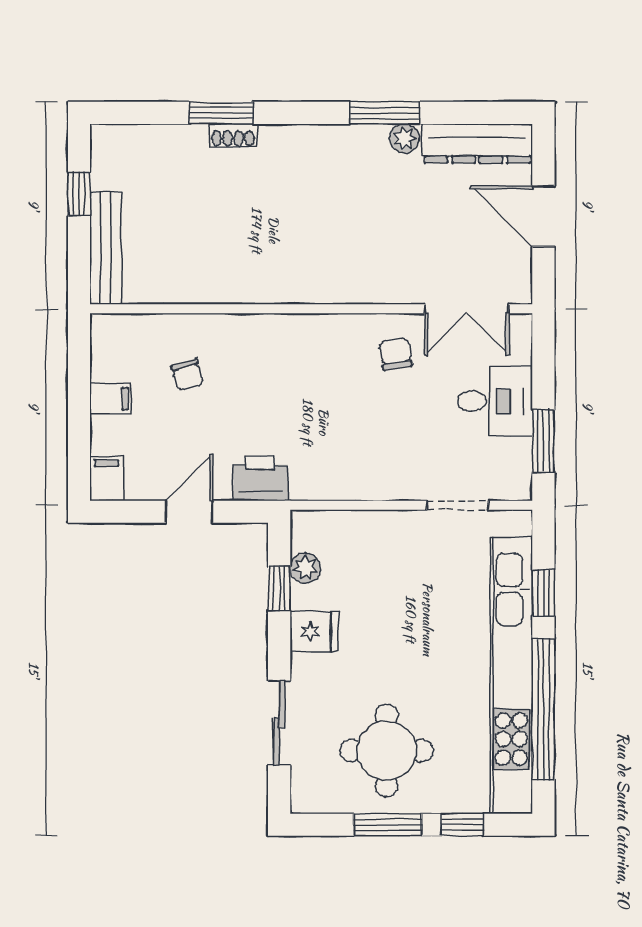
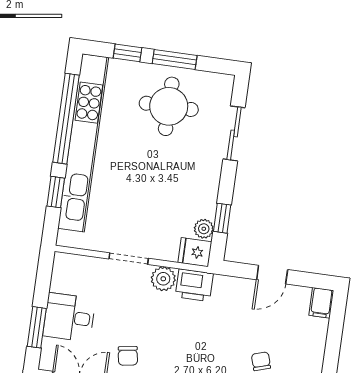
filing cabinet: (111, 399) -> (312, 353), removed
window: (543, 441) -> (37, 327), moved
printer: (261, 478) -> (194, 285), moved
plant: (357, 482) -> (163, 279), added
doorway: (458, 505) -> (129, 259), moved
fridge: (314, 632) -> (195, 252), moved

